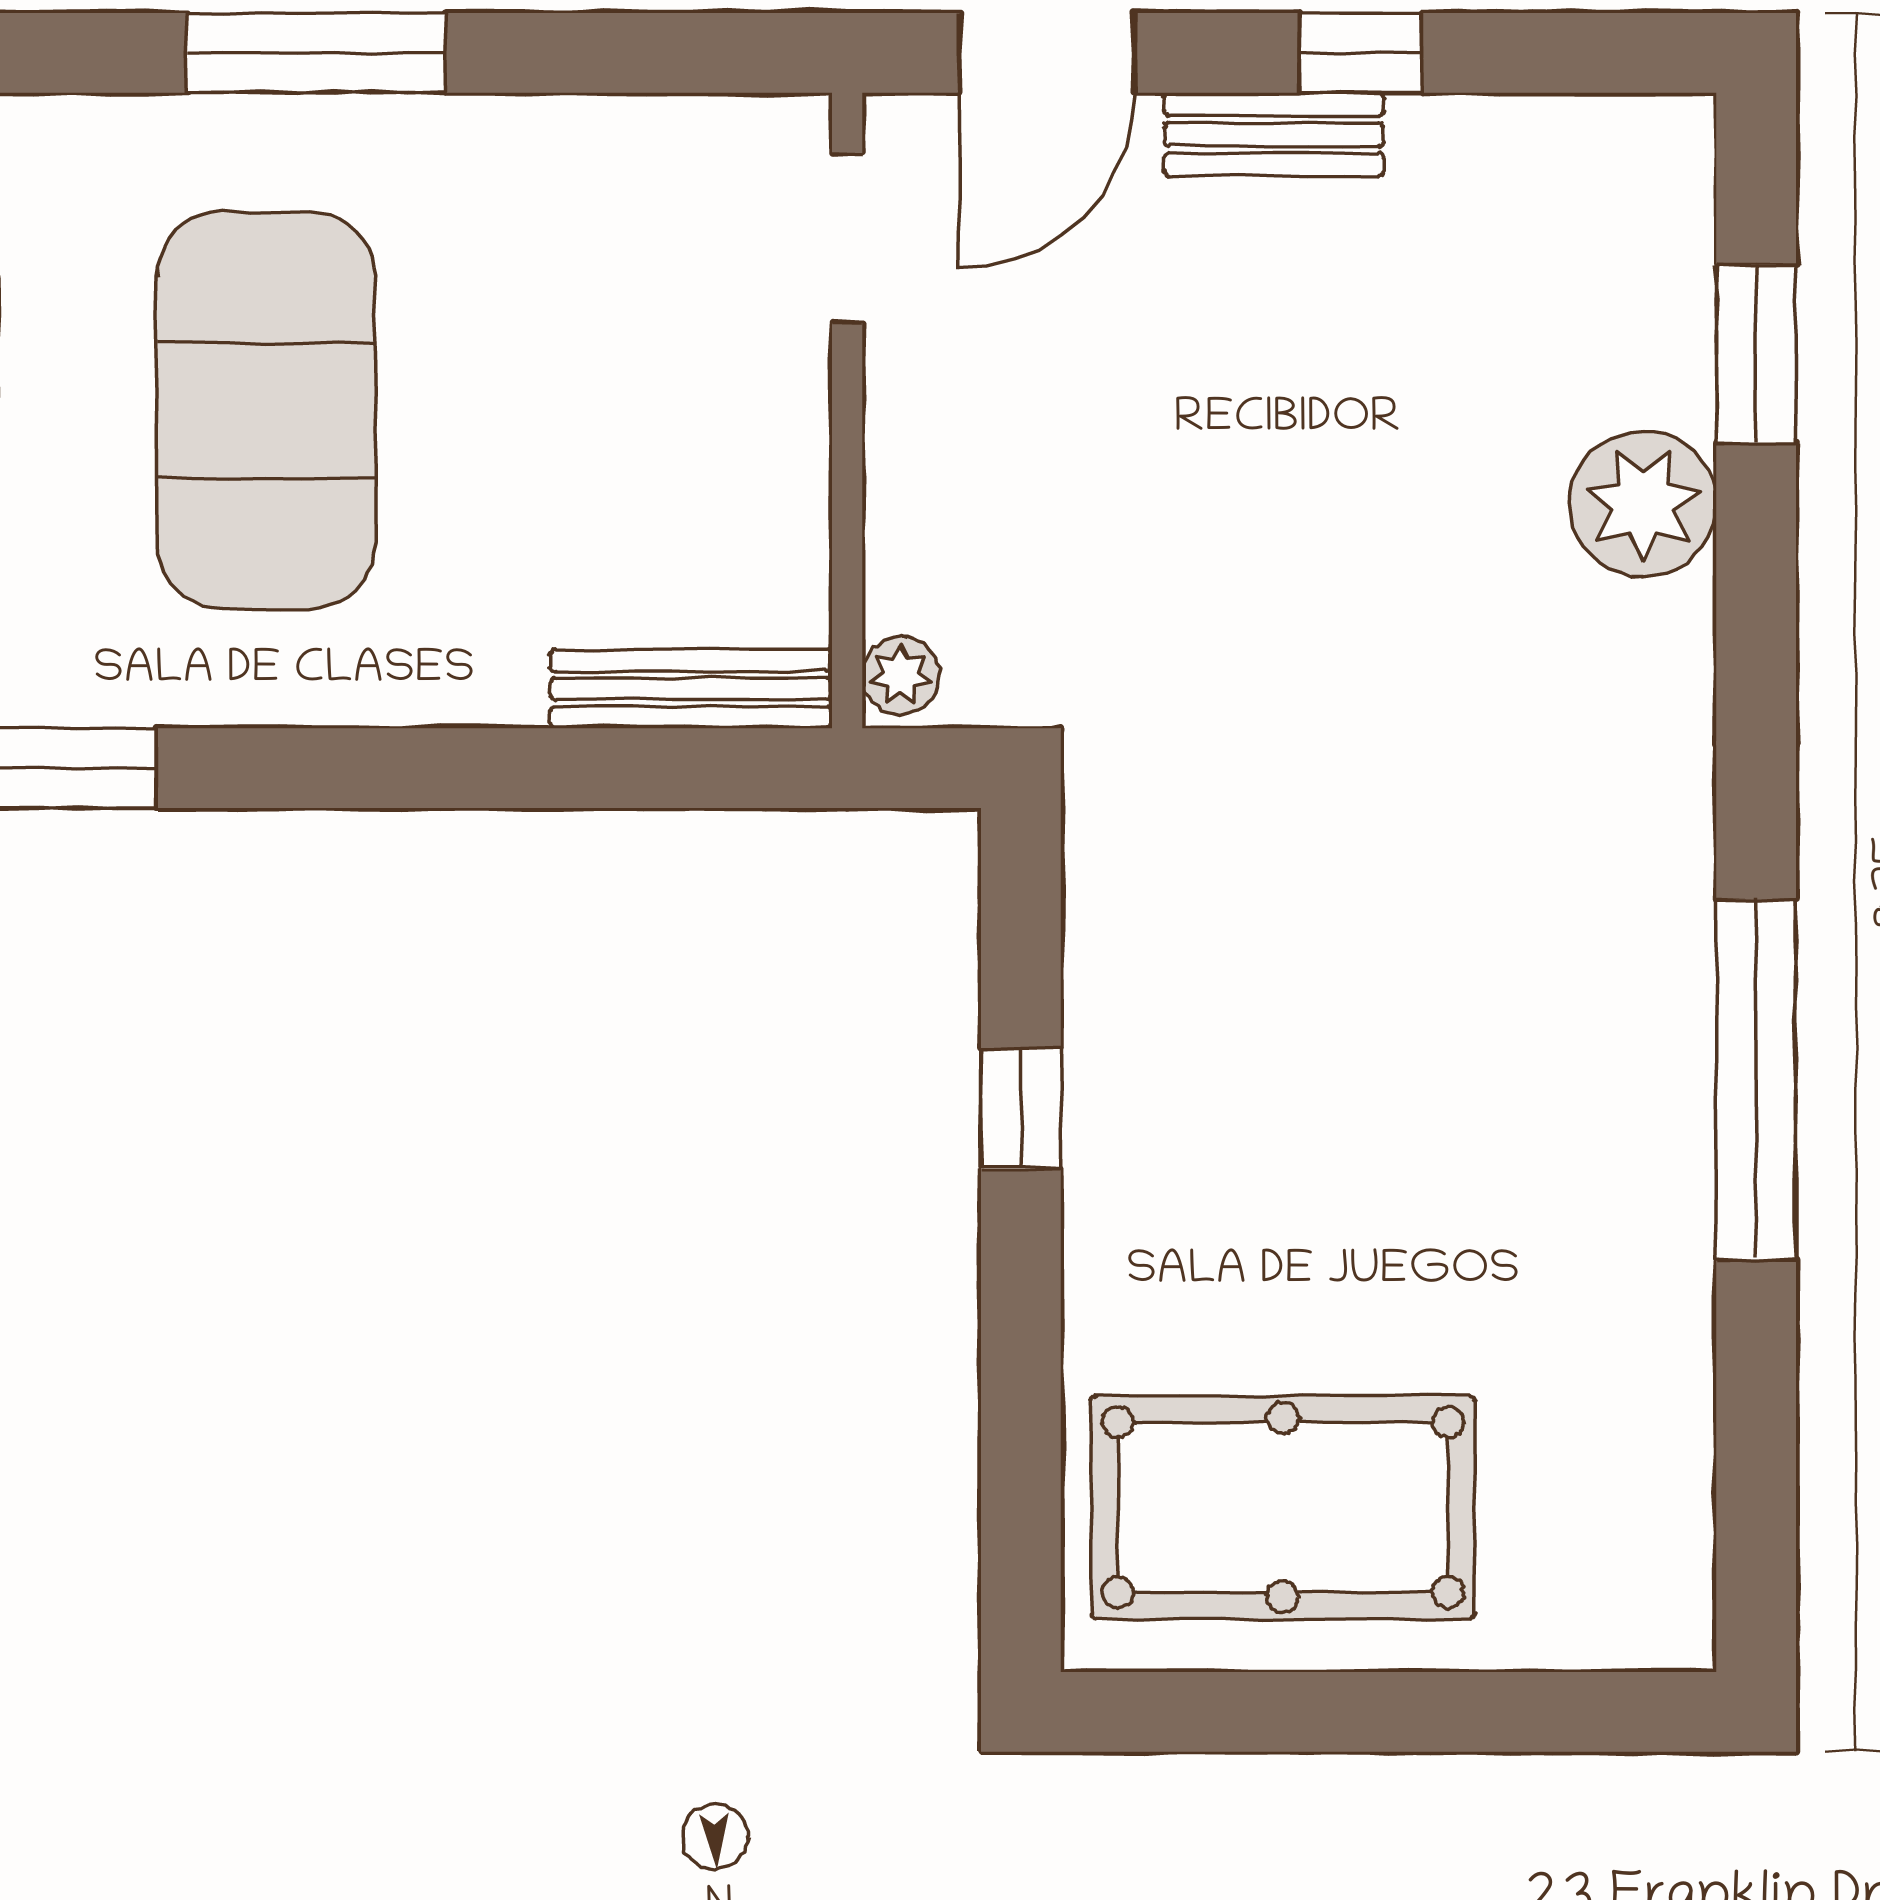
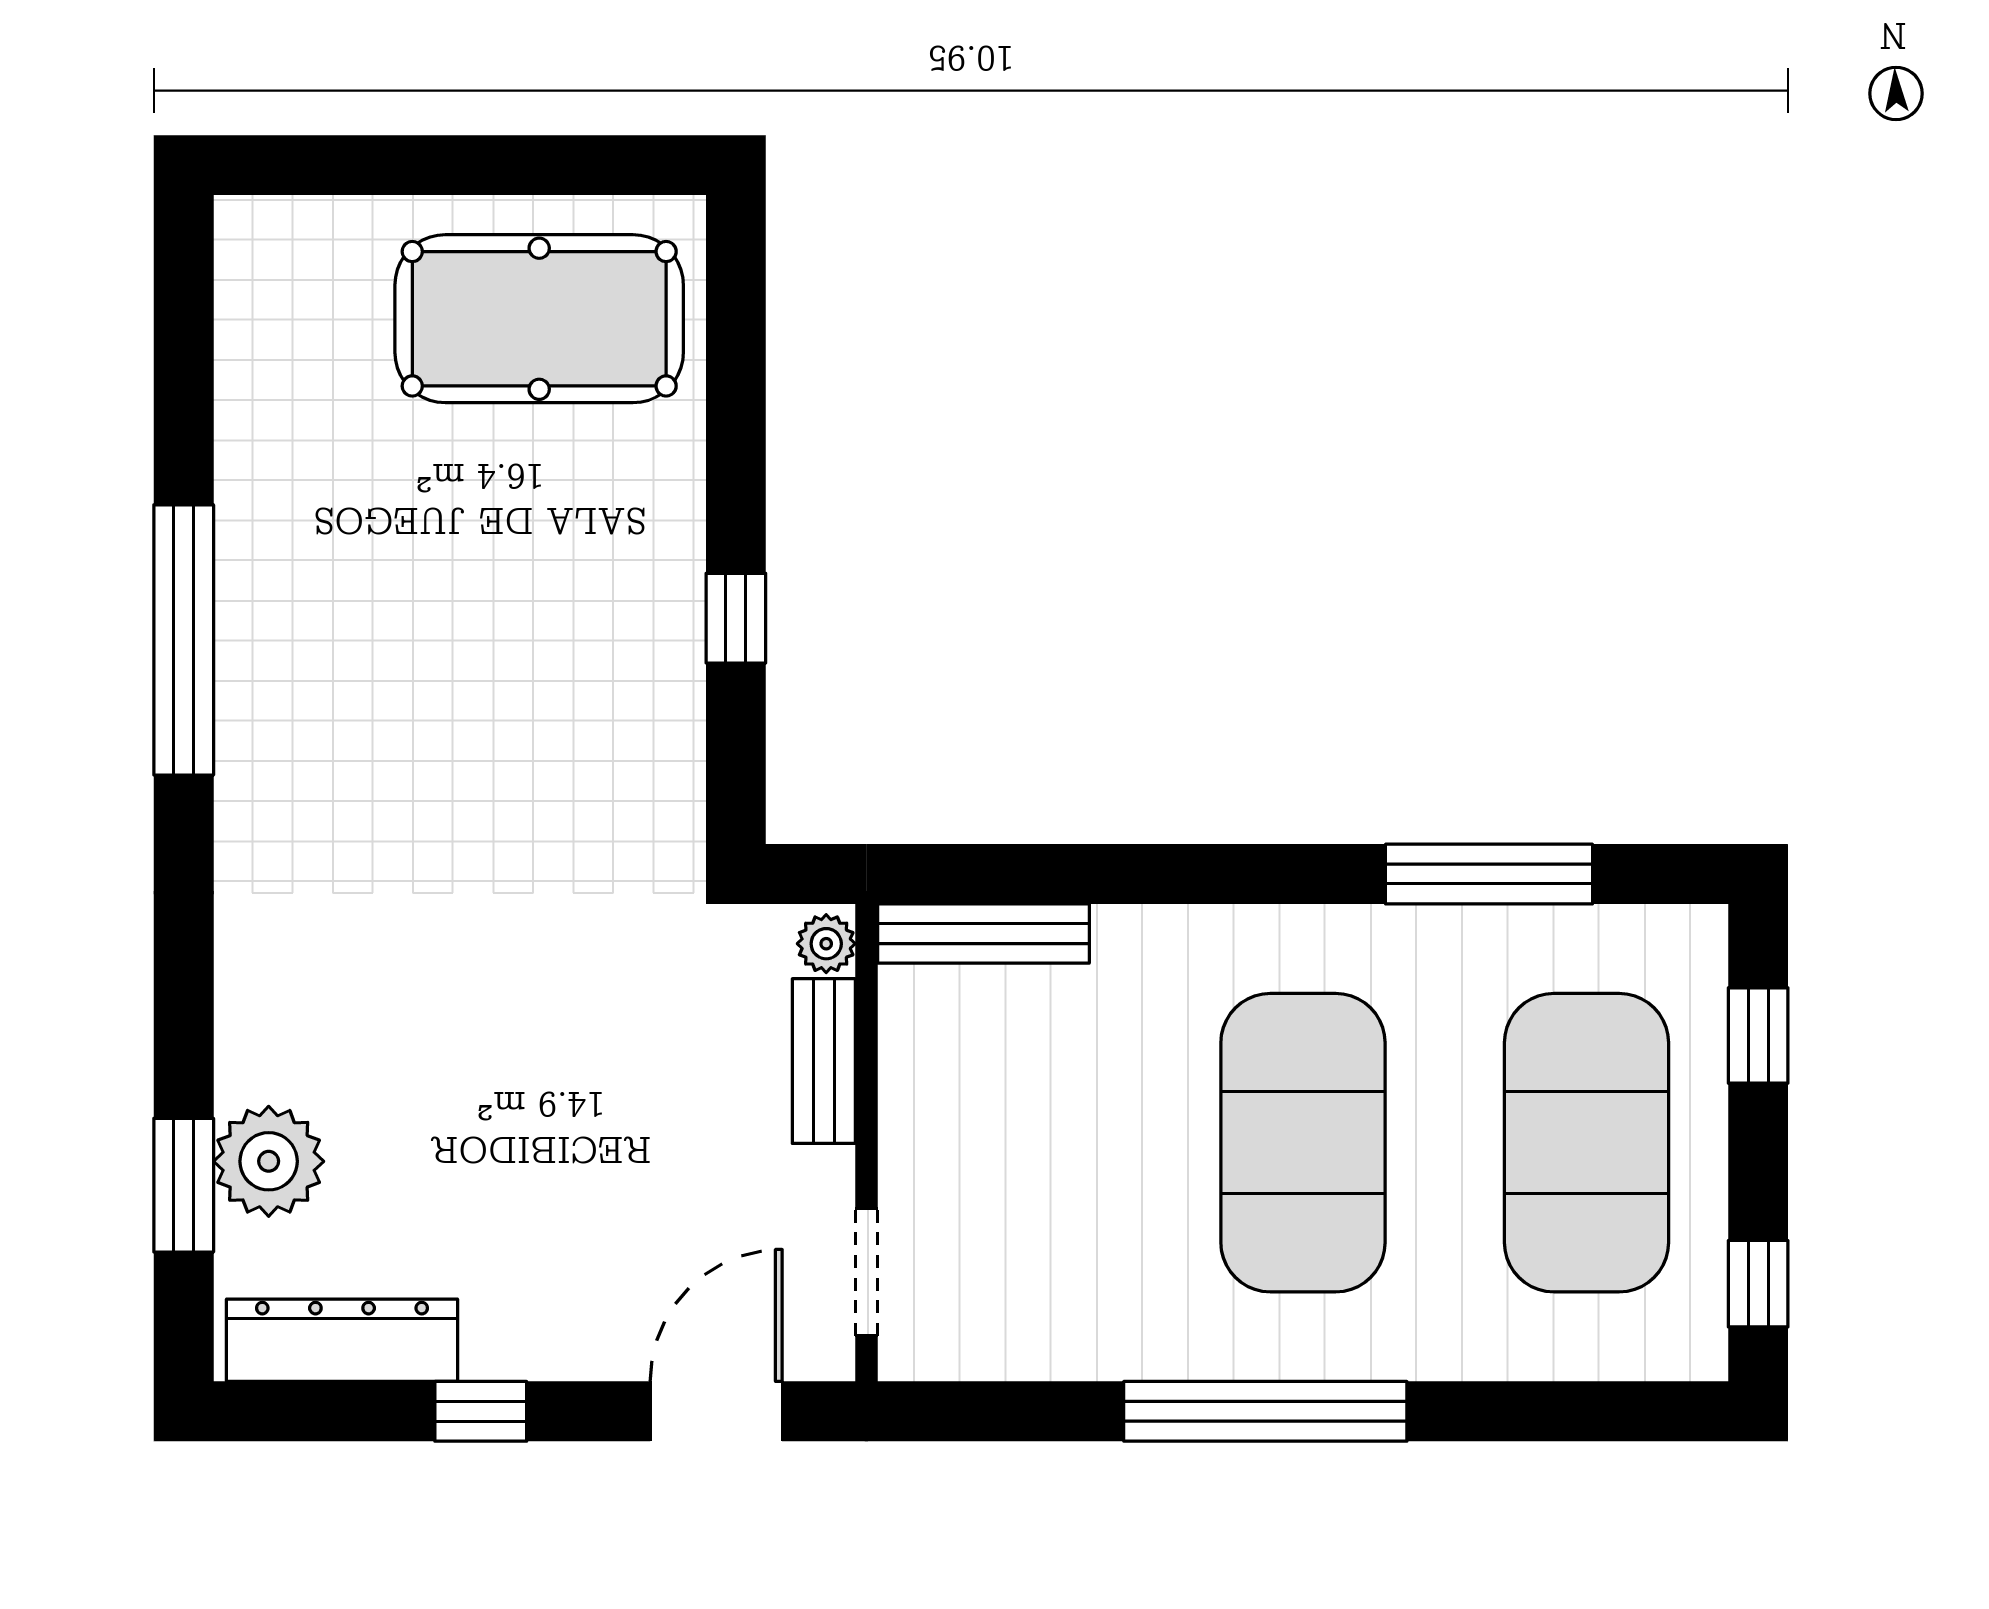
window: (316, 53) -> (1265, 1411), width x1.46
bench: (1274, 134) -> (824, 1061), moved, turned 90
dresser: (1545, 147) -> (342, 1340), added
plant: (1643, 504) -> (269, 1161), moved

